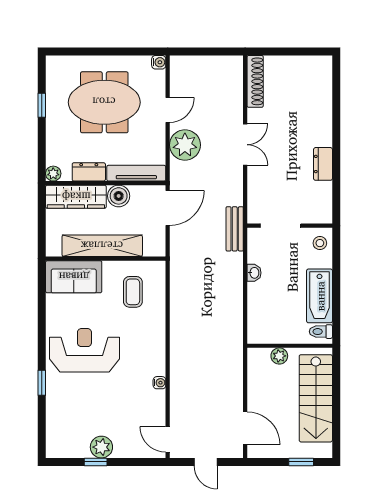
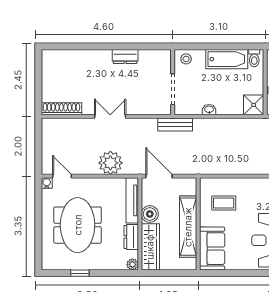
door: (168, 110) -> (62, 176), moved
shower: (260, 331) -> (254, 105), added

